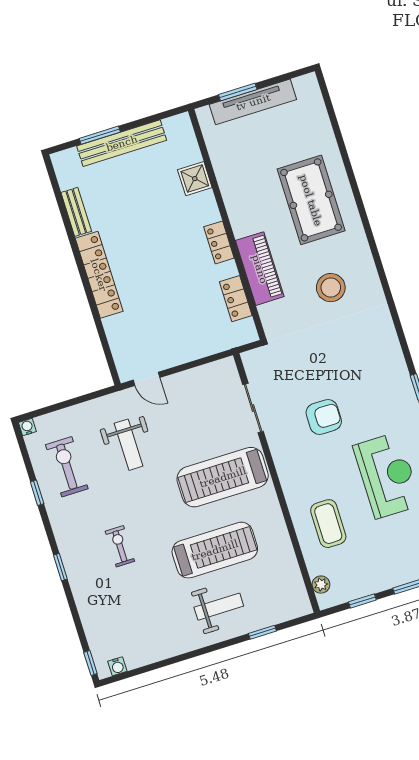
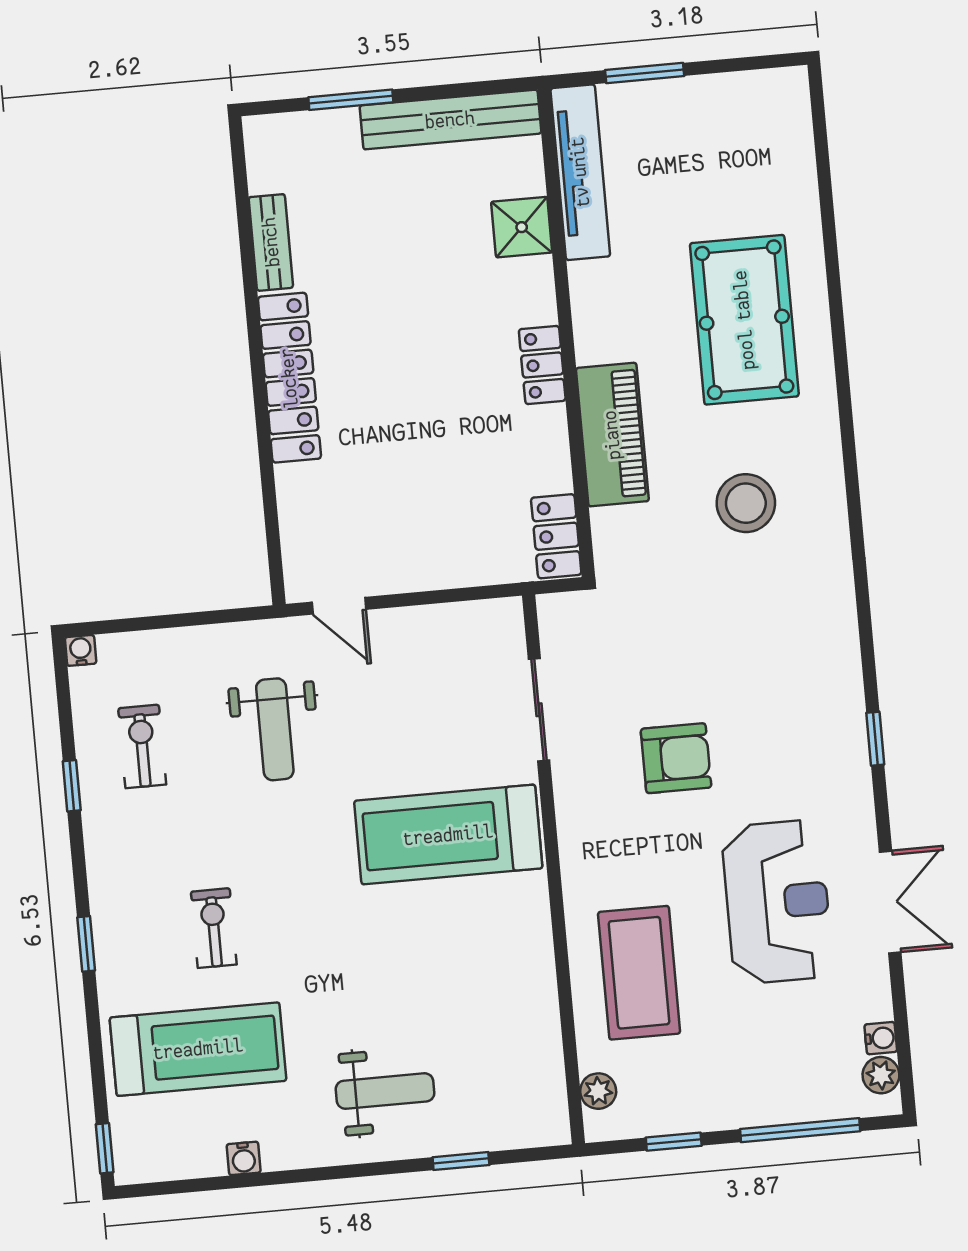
tv unit: (253, 102) -> (580, 172), moved, turned -90
bench: (122, 143) -> (450, 120), moved
locker: (236, 299) -> (556, 536), moved
exercise bike: (67, 467) -> (142, 746), width x0.73, depth x0.72
coffee table: (328, 524) -> (639, 973), width x1.36, depth x1.32
treadmill: (215, 550) -> (198, 1049), moved
water cooler: (117, 666) -> (244, 1158), moved

